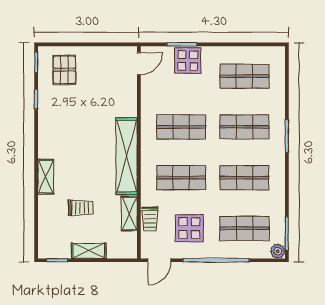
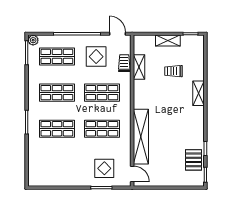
display table: (188, 61) -> (104, 168), moved
door: (139, 63) -> (132, 174), swing flipped
pallet: (64, 70) -> (194, 160), moved
shop shelf: (244, 76) -> (57, 165), removed
shelving: (127, 156) -> (141, 137), moved
door: (159, 260) -> (117, 34), hinge flipped

